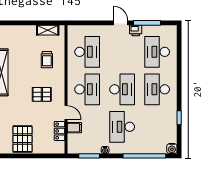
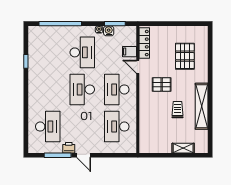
shelving: (48, 30) -> (183, 148), moved
trolley: (47, 60) -> (177, 110), moved
desk: (157, 89) -> (48, 89), removed
locker: (59, 131) -> (144, 43), width x1.53
pallet: (22, 139) -> (185, 56), moved
water cooler: (172, 149) -> (109, 31), moved

